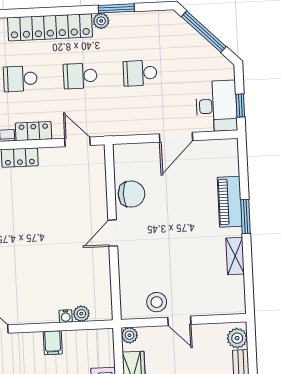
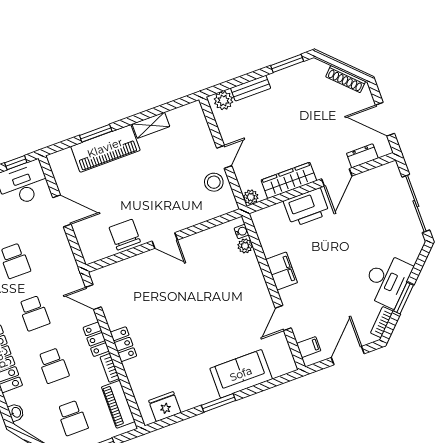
door: (78, 142) -> (93, 297), hinge flipped
piano: (230, 202) -> (105, 148), width x1.37, depth x1.33
window: (245, 217) -> (96, 133), moved
water cooler: (66, 316) -> (242, 232), moved
filing cabinet: (53, 343) -> (282, 271), width x2.00

